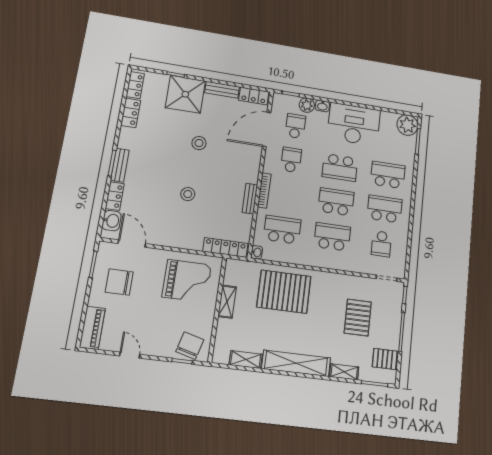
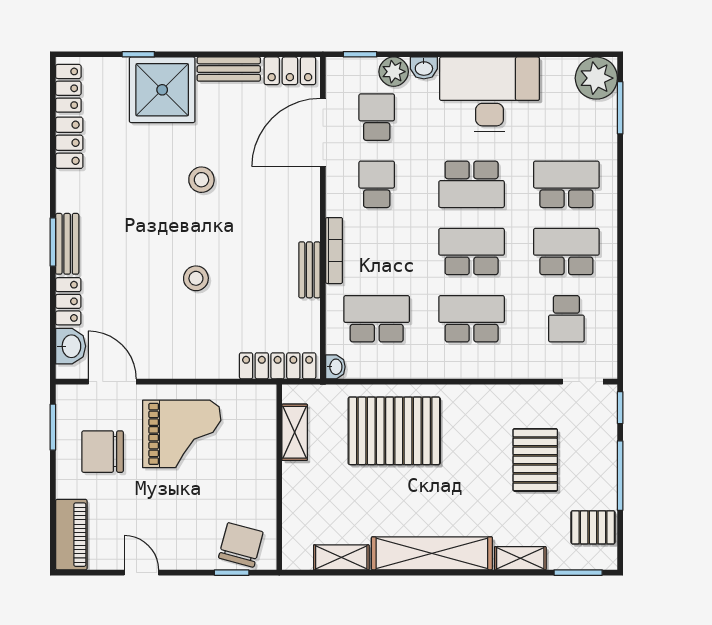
grand piano: (187, 281) -> (182, 434), moved
shelving: (227, 302) -> (295, 432), moved

